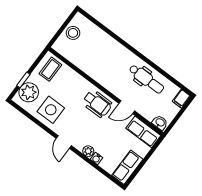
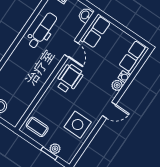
plant: (29, 92) -> (55, 149), width x0.53, depth x0.53
row of seats: (127, 167) -> (134, 57), moved, turned 90

